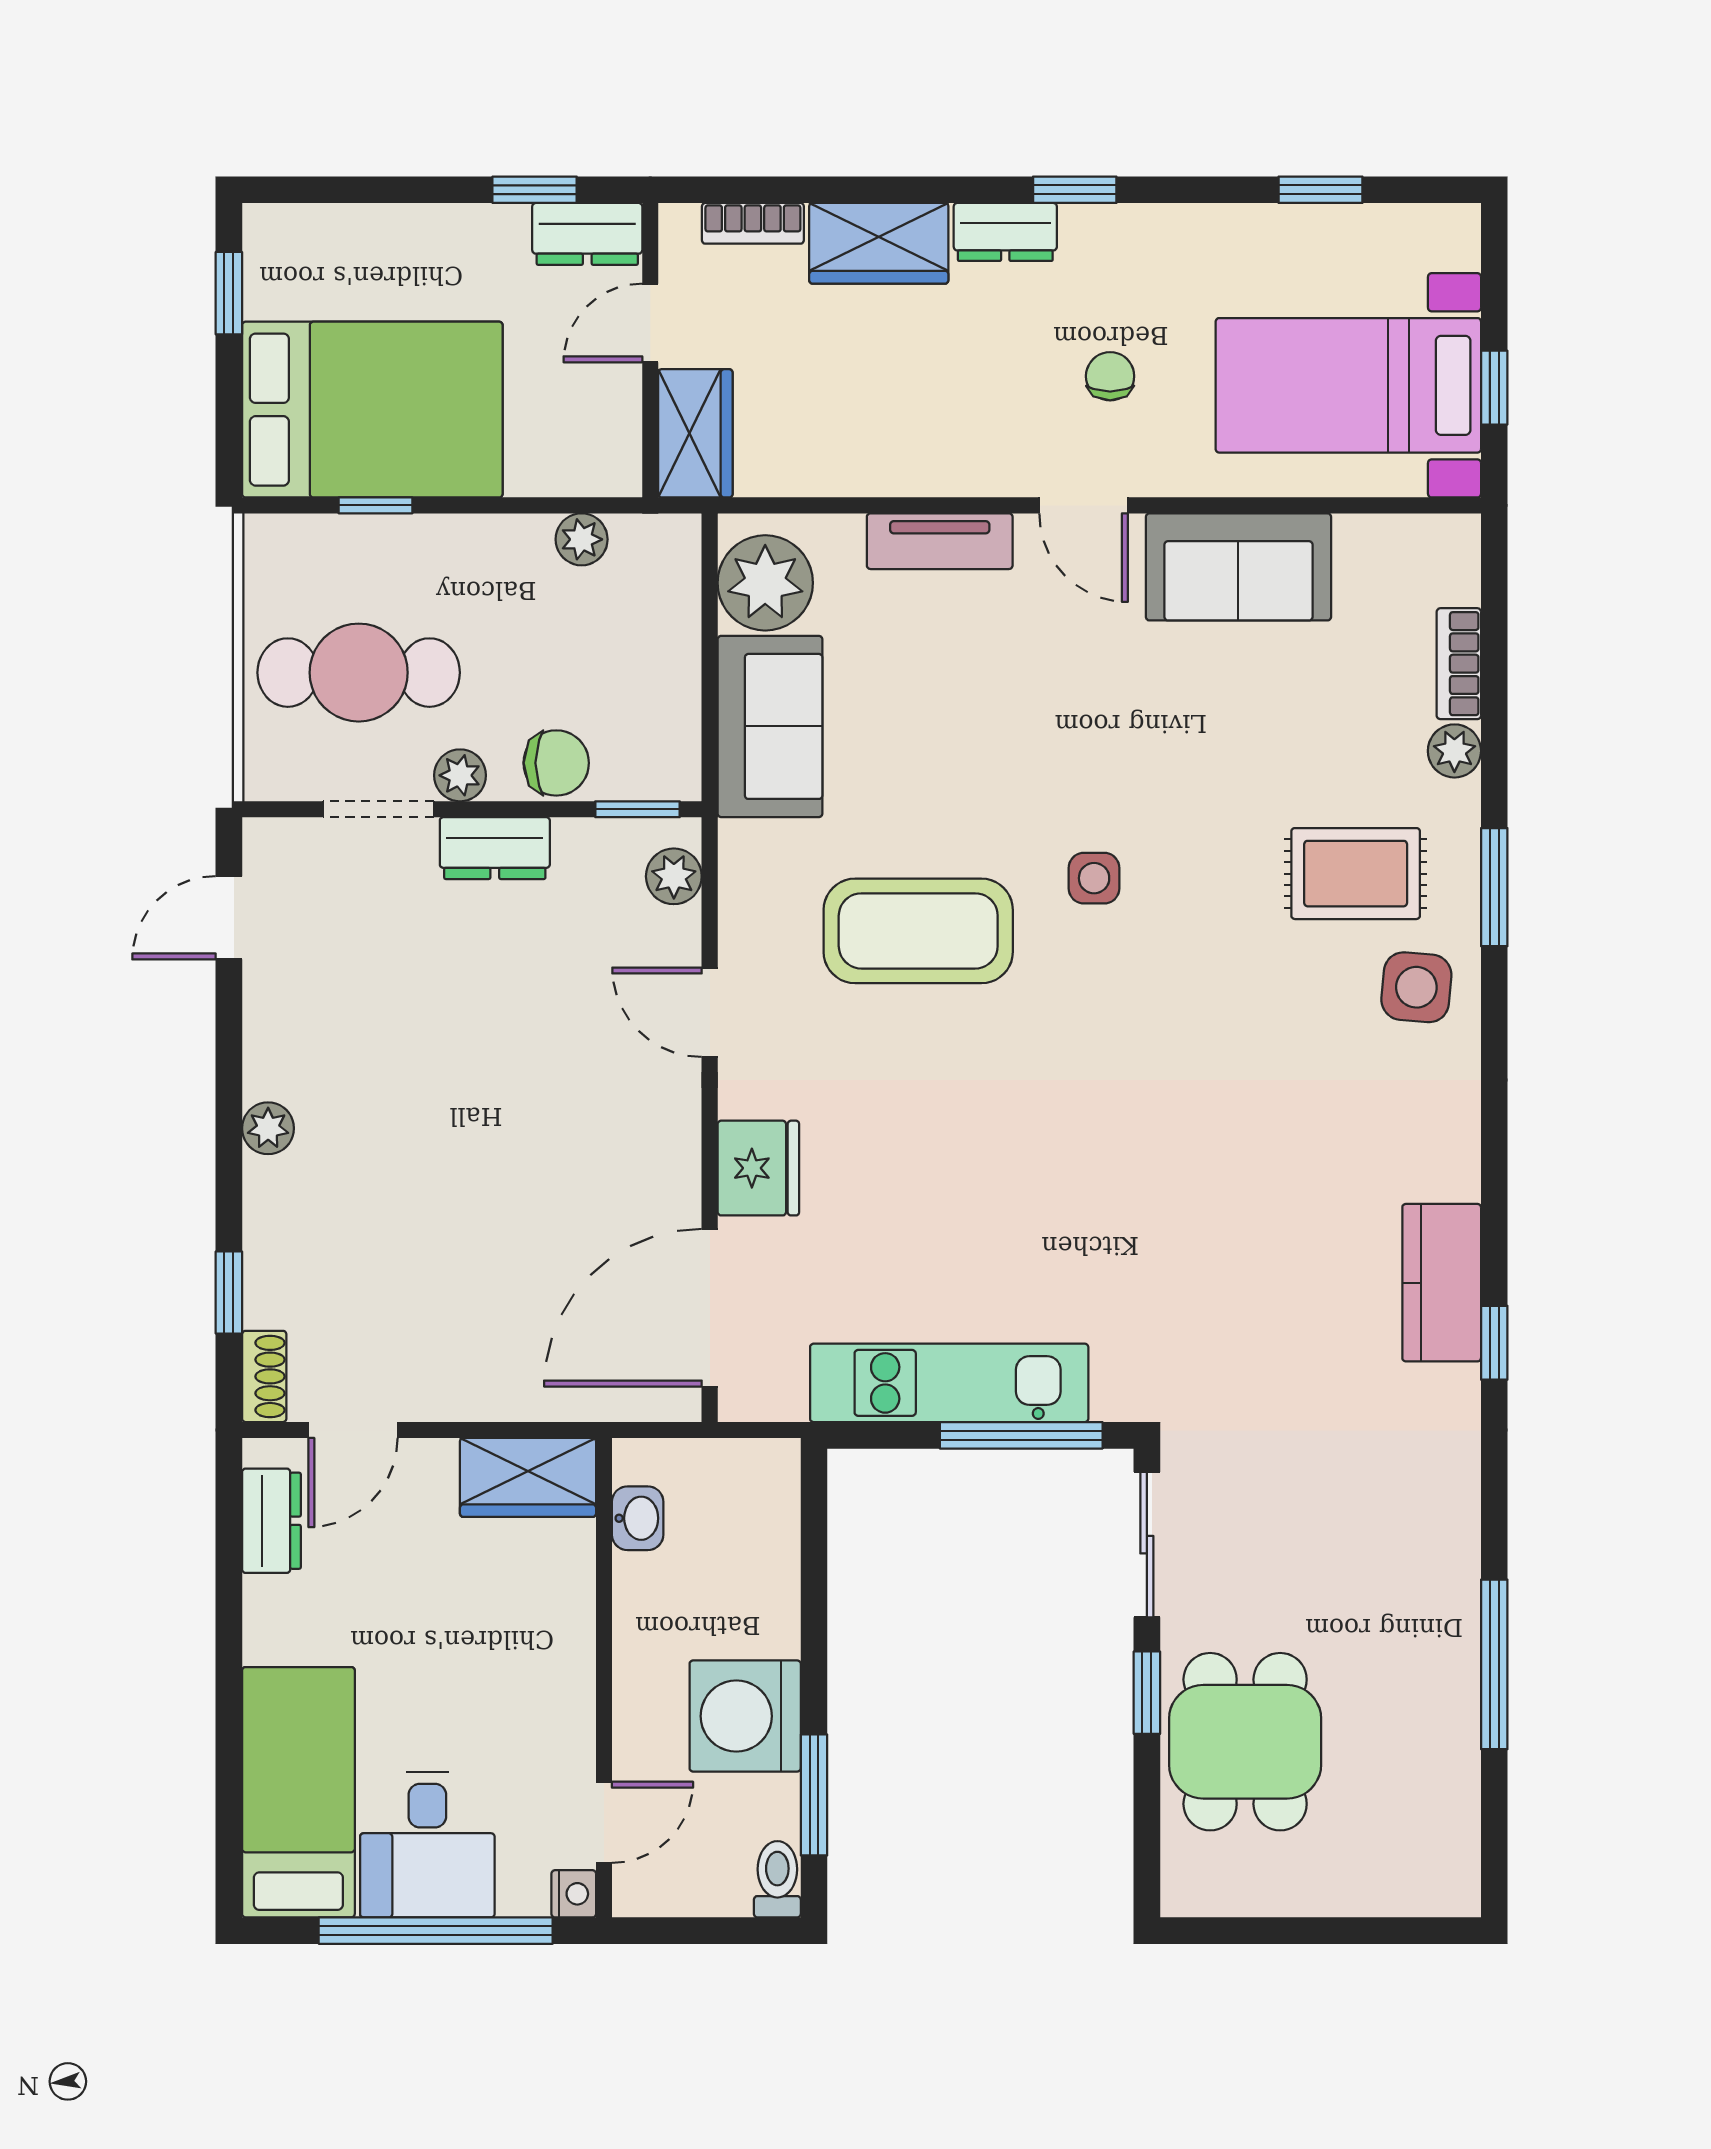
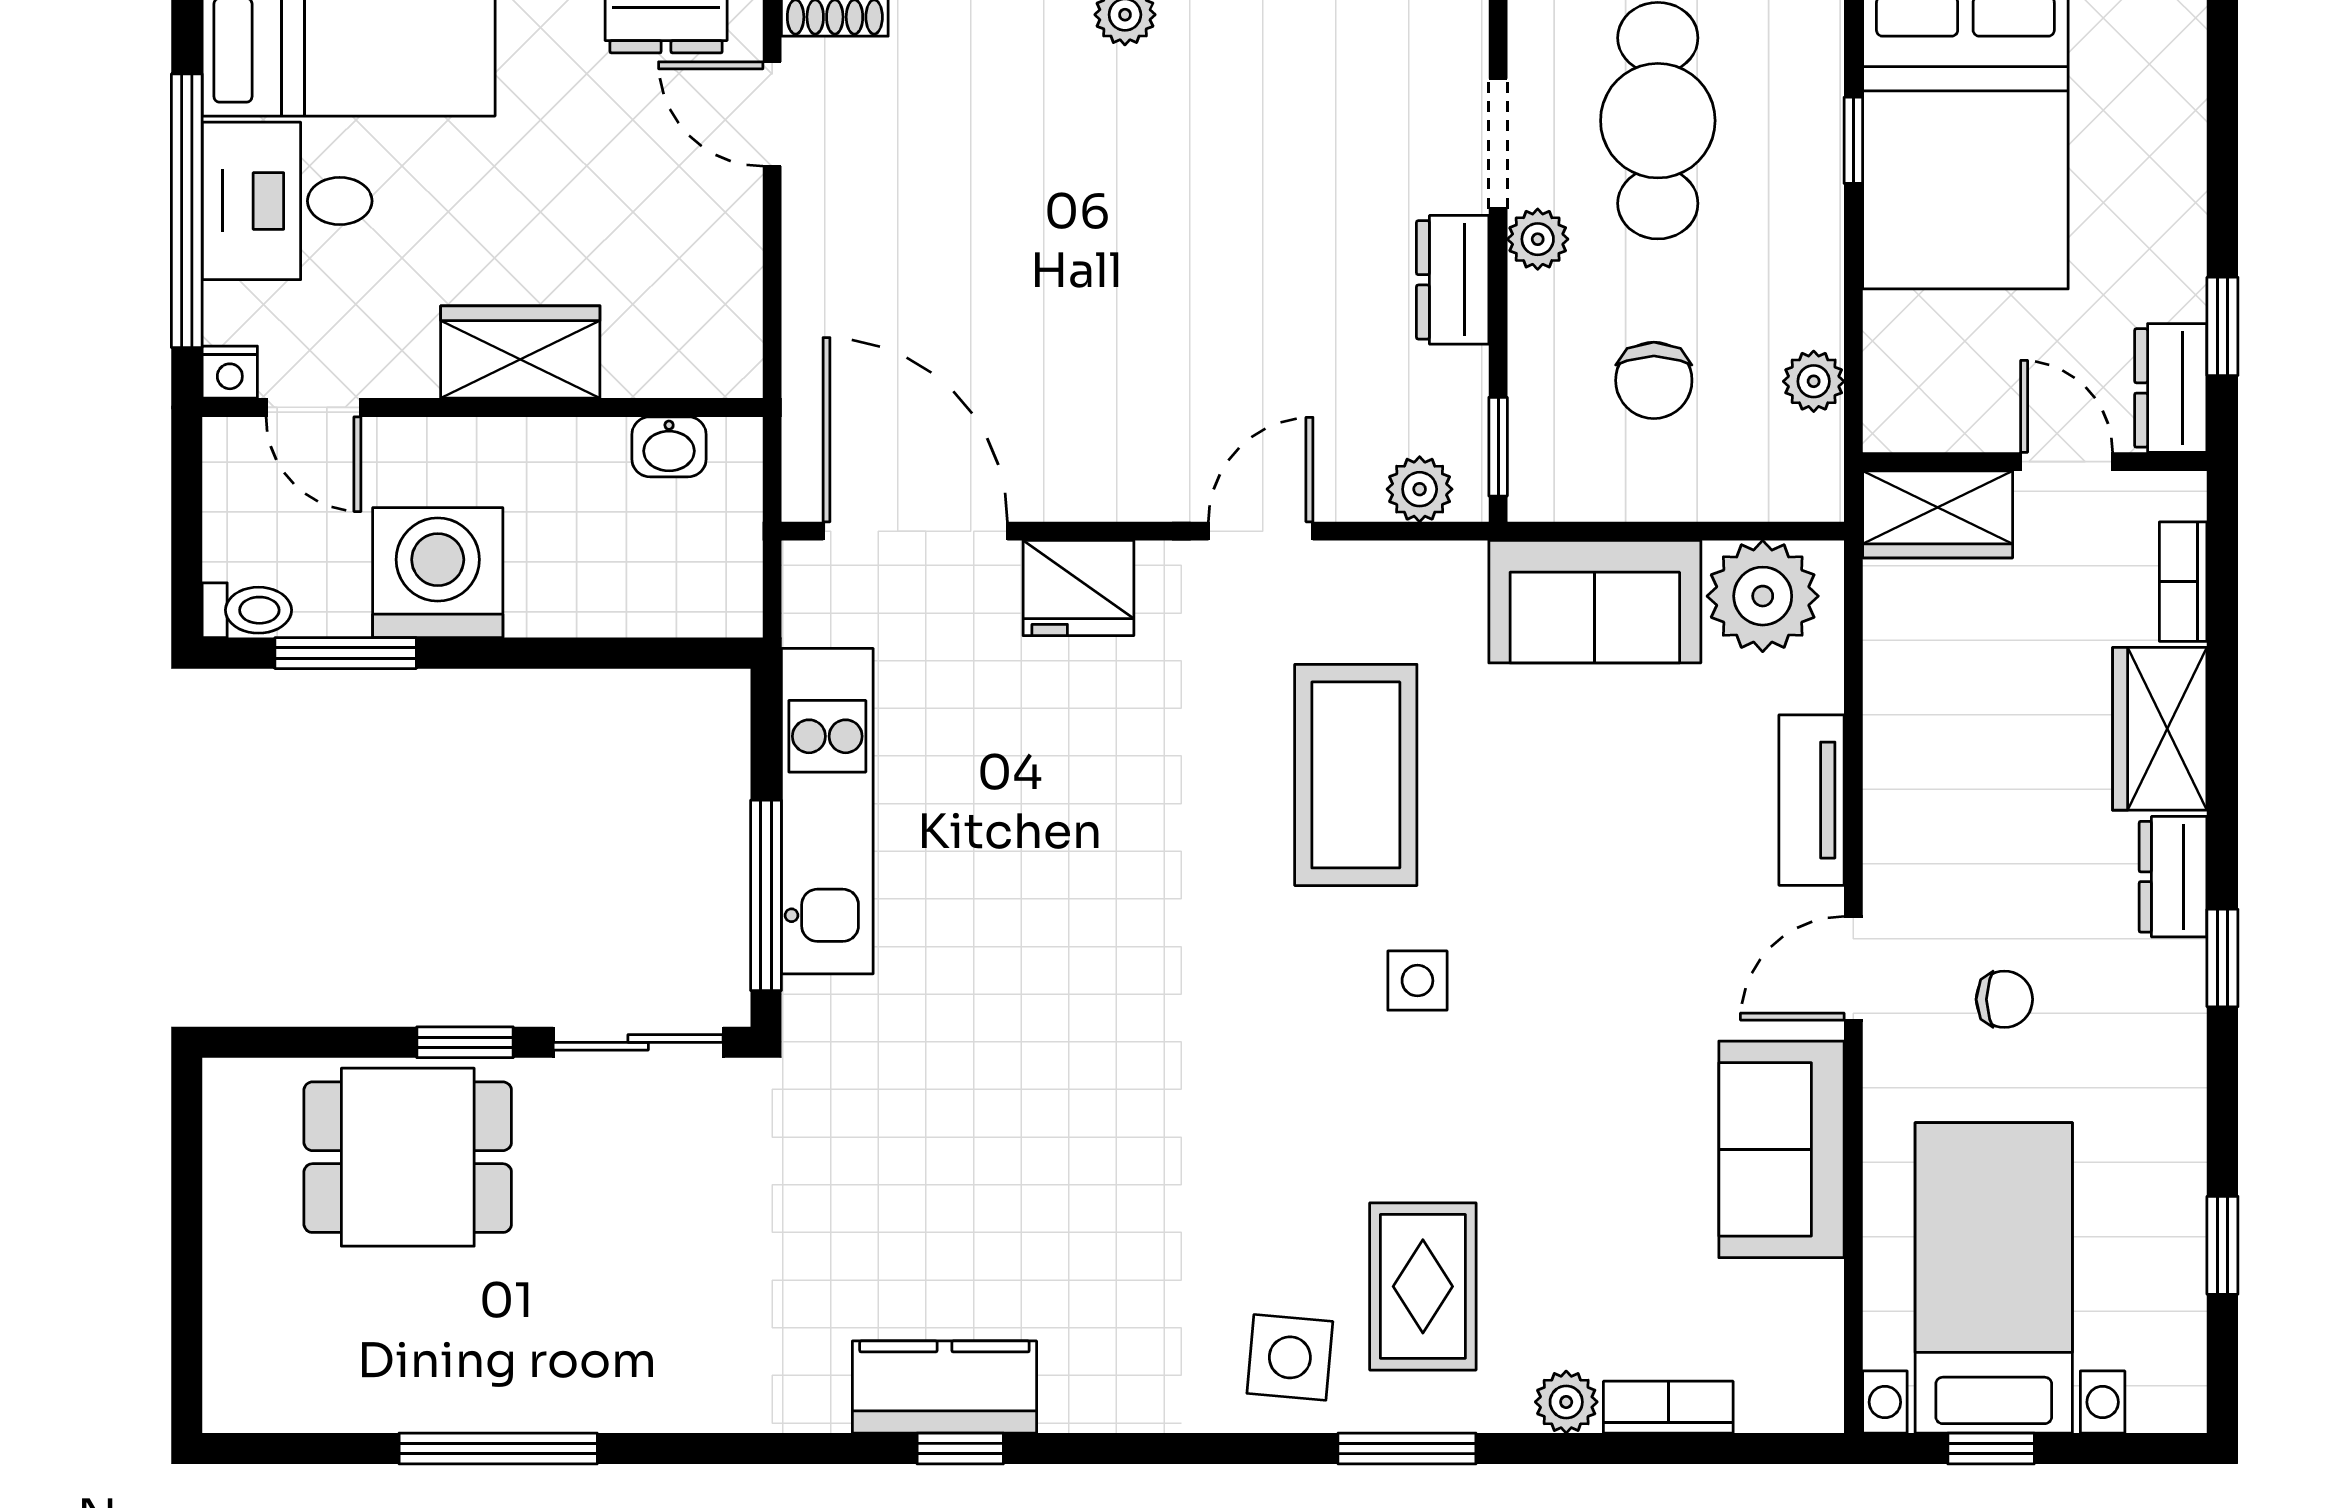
chair: (556, 763) -> (1654, 380), moved
window: (1494, 1343) -> (960, 1448), moved
wardrobe: (528, 1477) -> (520, 352), moved, turned 90

